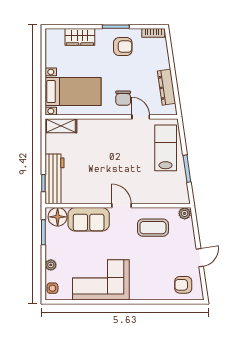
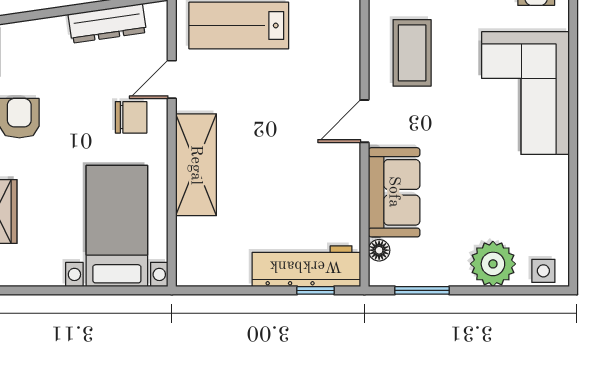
shelving: (61, 126) -> (196, 165), moved, width x1.50, depth x1.33
floor lamp: (58, 217) -> (379, 250), width x0.53, depth x0.53
plant: (51, 265) -> (493, 264), width x1.88, depth x1.88
corner sofa: (101, 280) -> (525, 93), moved

